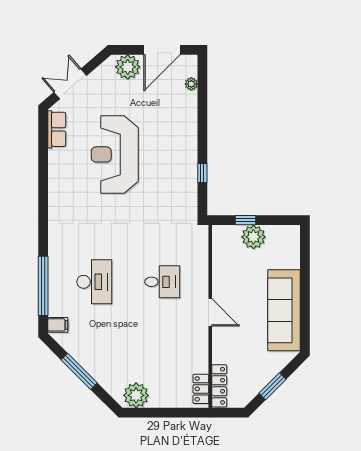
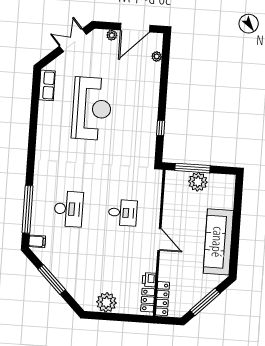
plant: (128, 67) -> (112, 35), width x0.53, depth x0.53
double door: (70, 84) -> (73, 40), moved
reception desk: (115, 154) -> (92, 109), turned 180
window: (246, 220) -> (193, 168), width x2.17
printer: (201, 363) -> (149, 280), added
window: (272, 386) -> (205, 302), width x1.44
plant: (136, 395) -> (106, 302), moved

